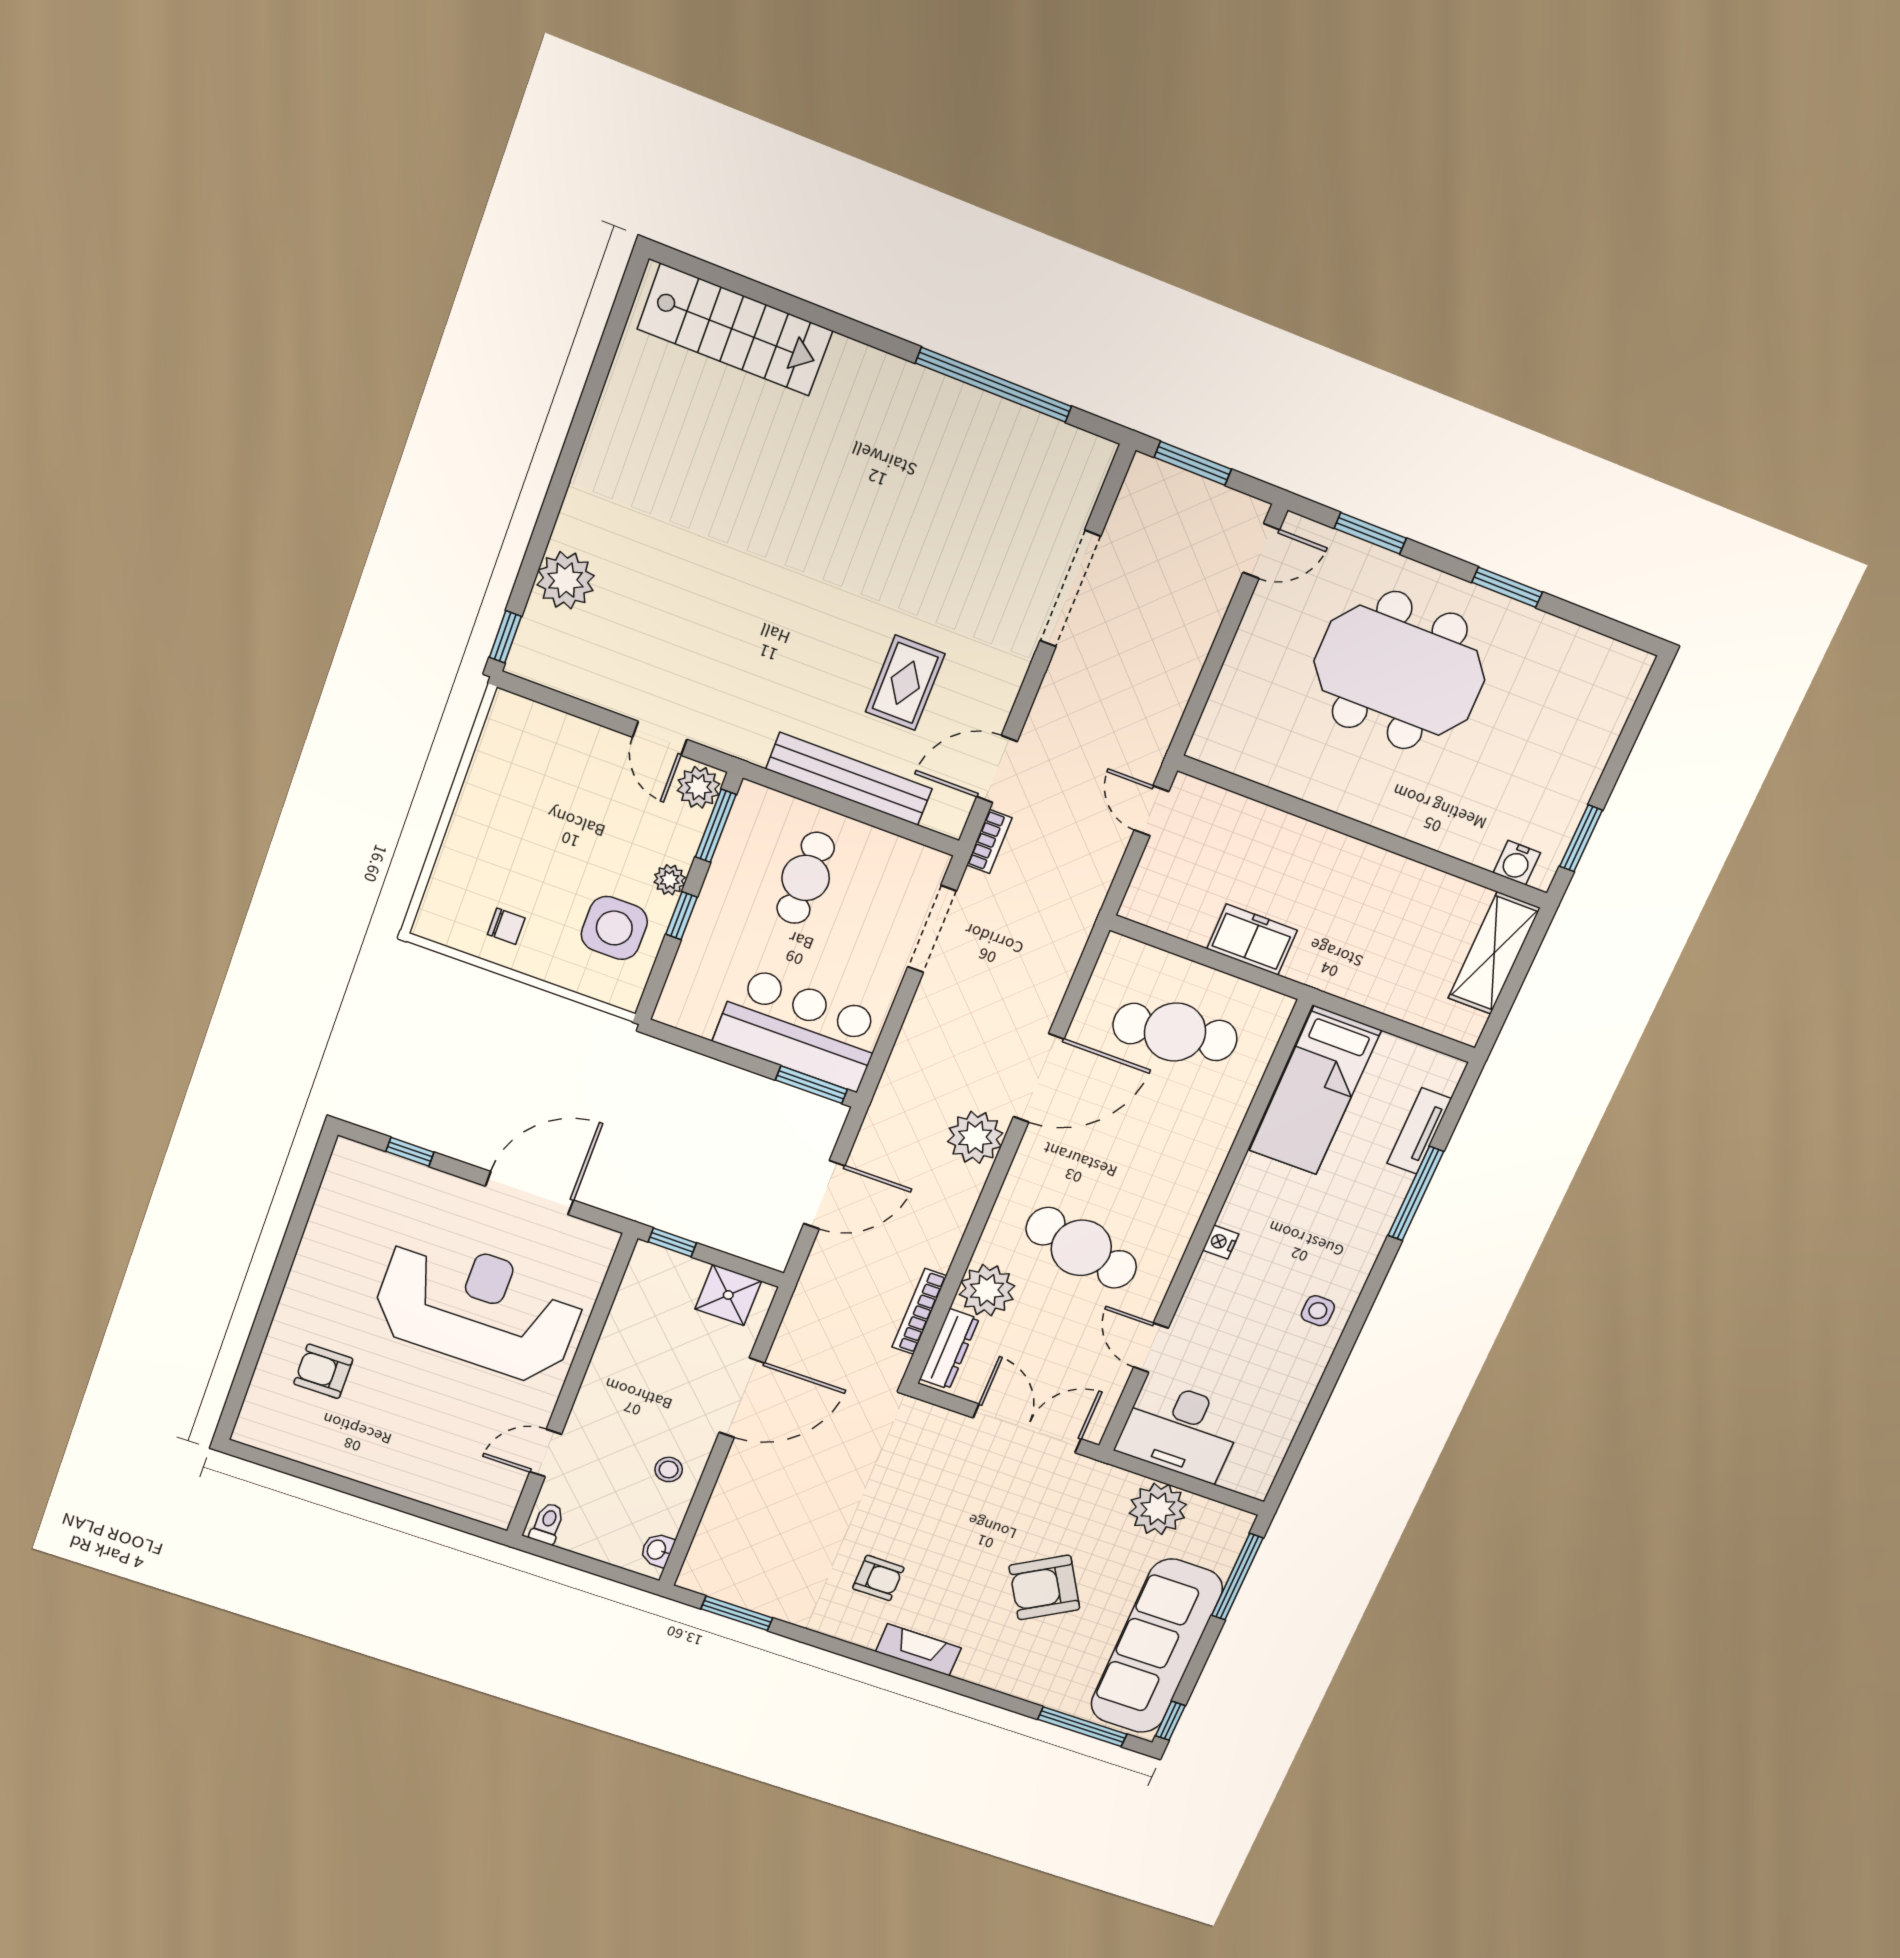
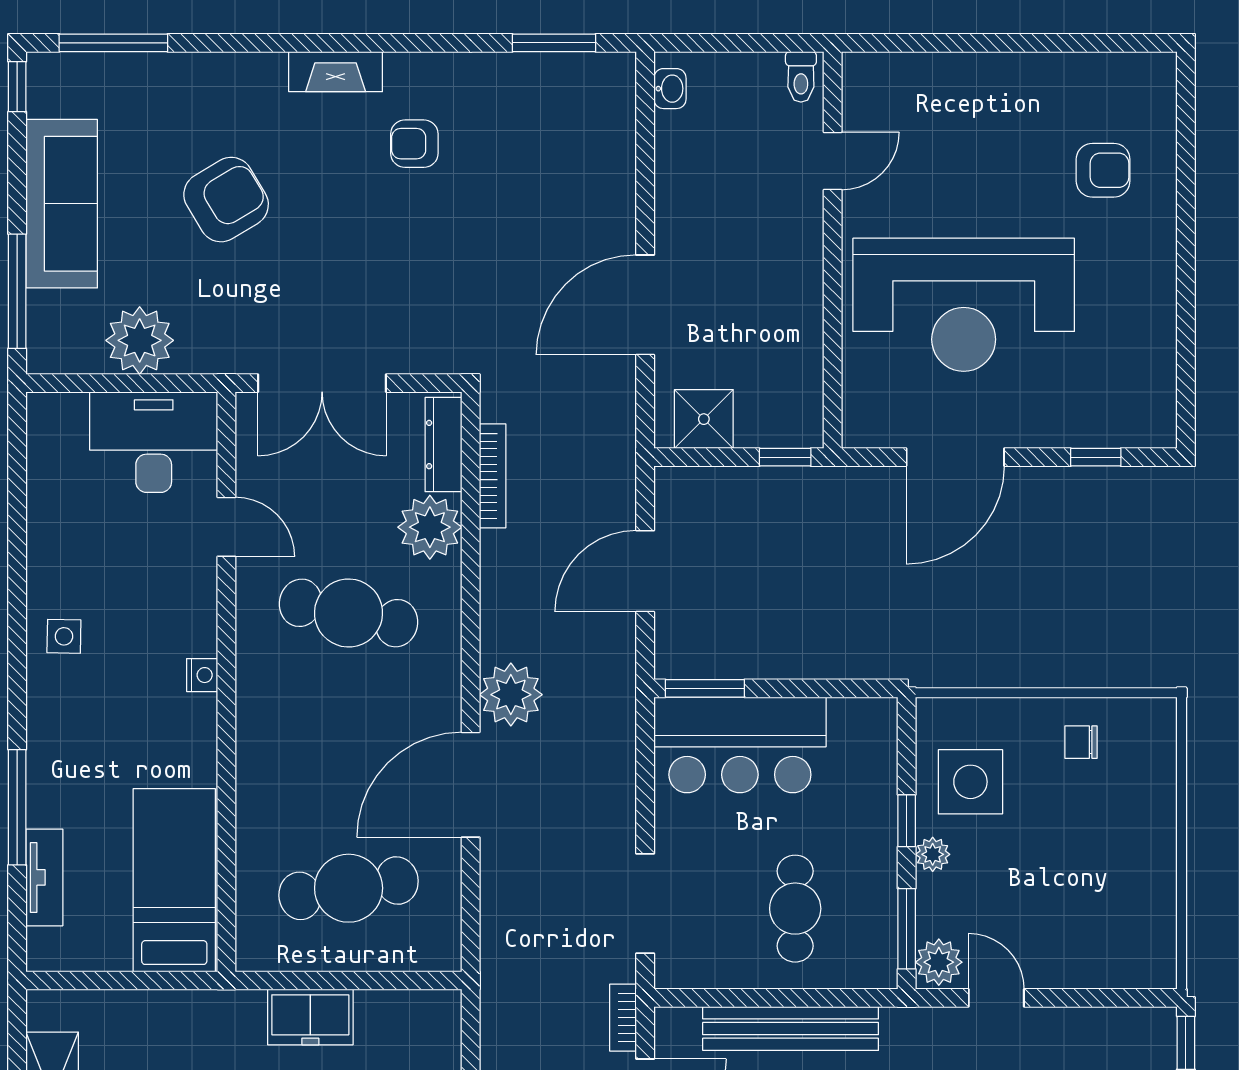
stool: (669, 1469) -> (693, 190), removed
sofa: (1157, 1646) -> (62, 204), width x0.74, depth x0.79

